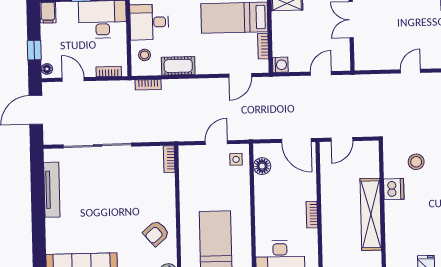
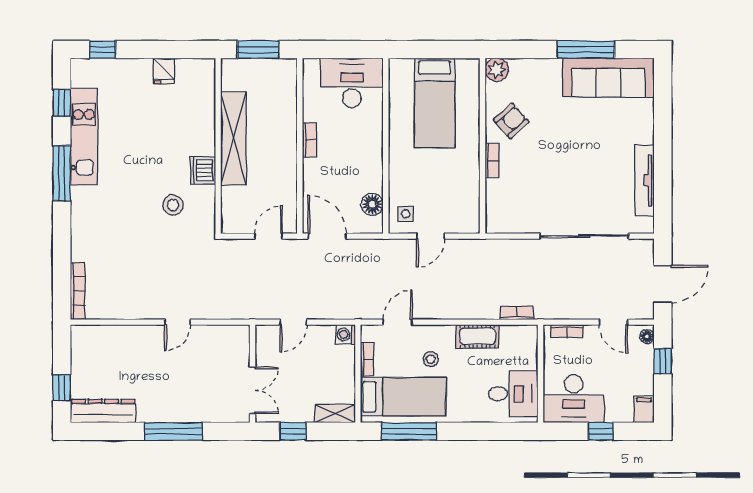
stool: (145, 55) -> (431, 359), moved
bookcase: (169, 159) -> (492, 160), moved

